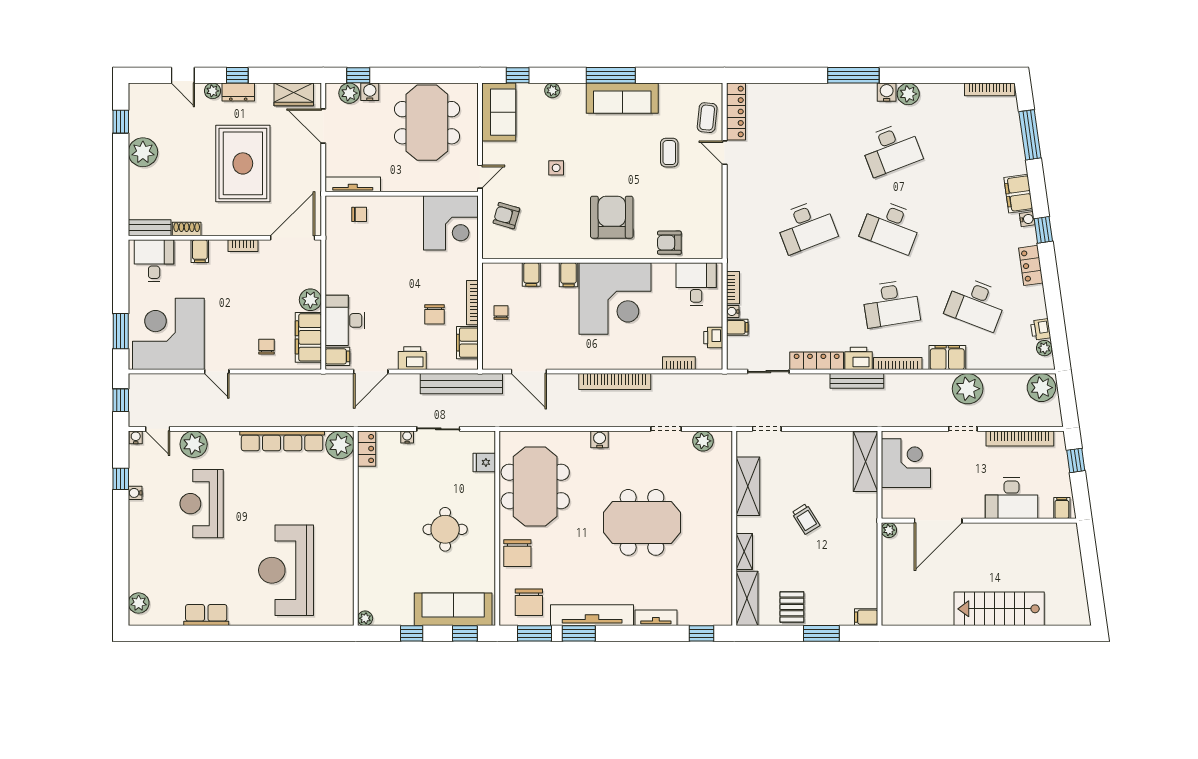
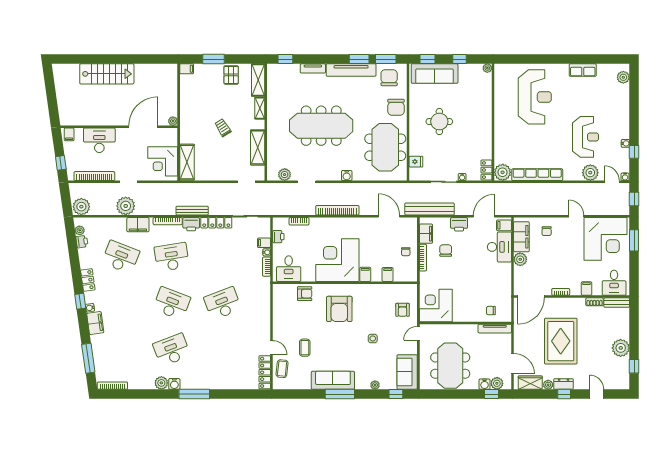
plant: (213, 91) -> (548, 385), moved
armchair: (506, 216) -> (403, 310), turned 74
meeting table: (642, 522) -> (321, 126), width x1.36
chair: (517, 553) -> (396, 107), turned 180

